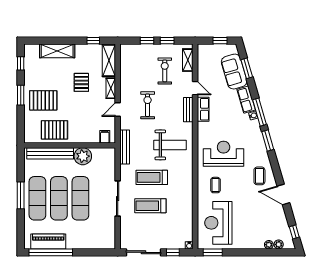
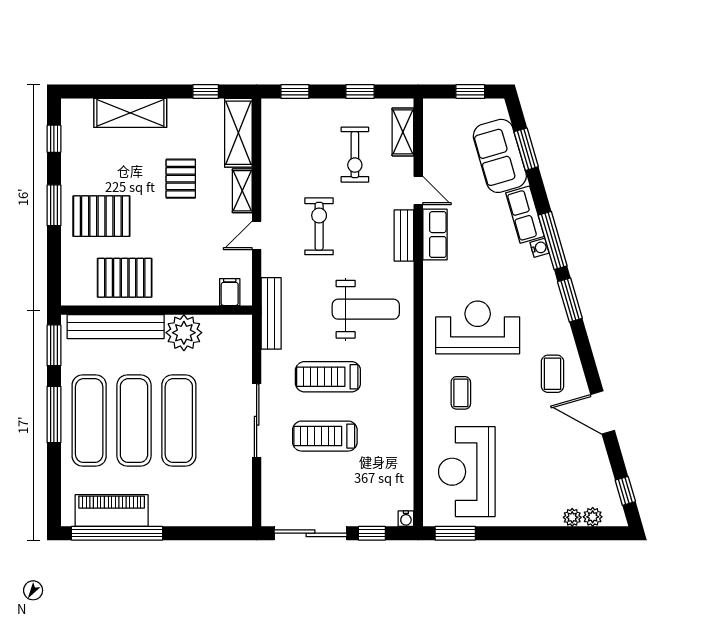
window: (147, 41) -> (295, 91), moved
exercise bike: (165, 71) -> (355, 155), turned 180
window: (21, 162) -> (54, 345), added

